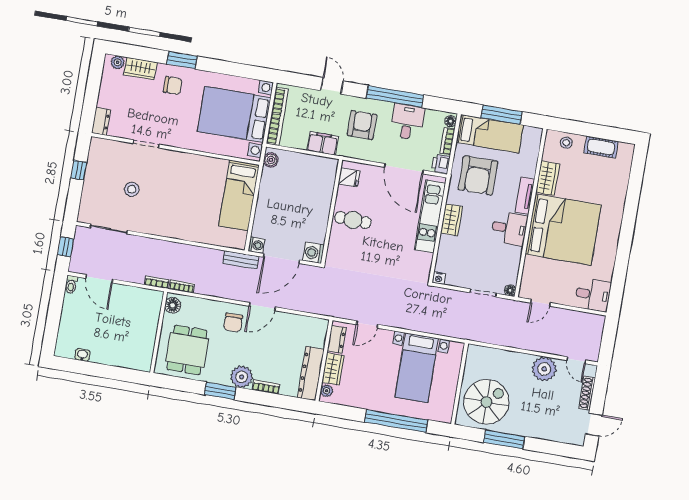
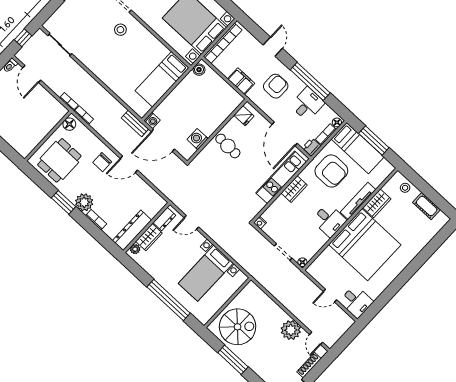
armchair: (478, 175) -> (331, 171), turned -90
stool: (132, 189) -> (120, 30), moved
tv unit: (525, 196) -> (358, 201), width x1.41
washing machine: (313, 253) -> (198, 139), moved
door: (540, 303) -> (330, 296), moved

